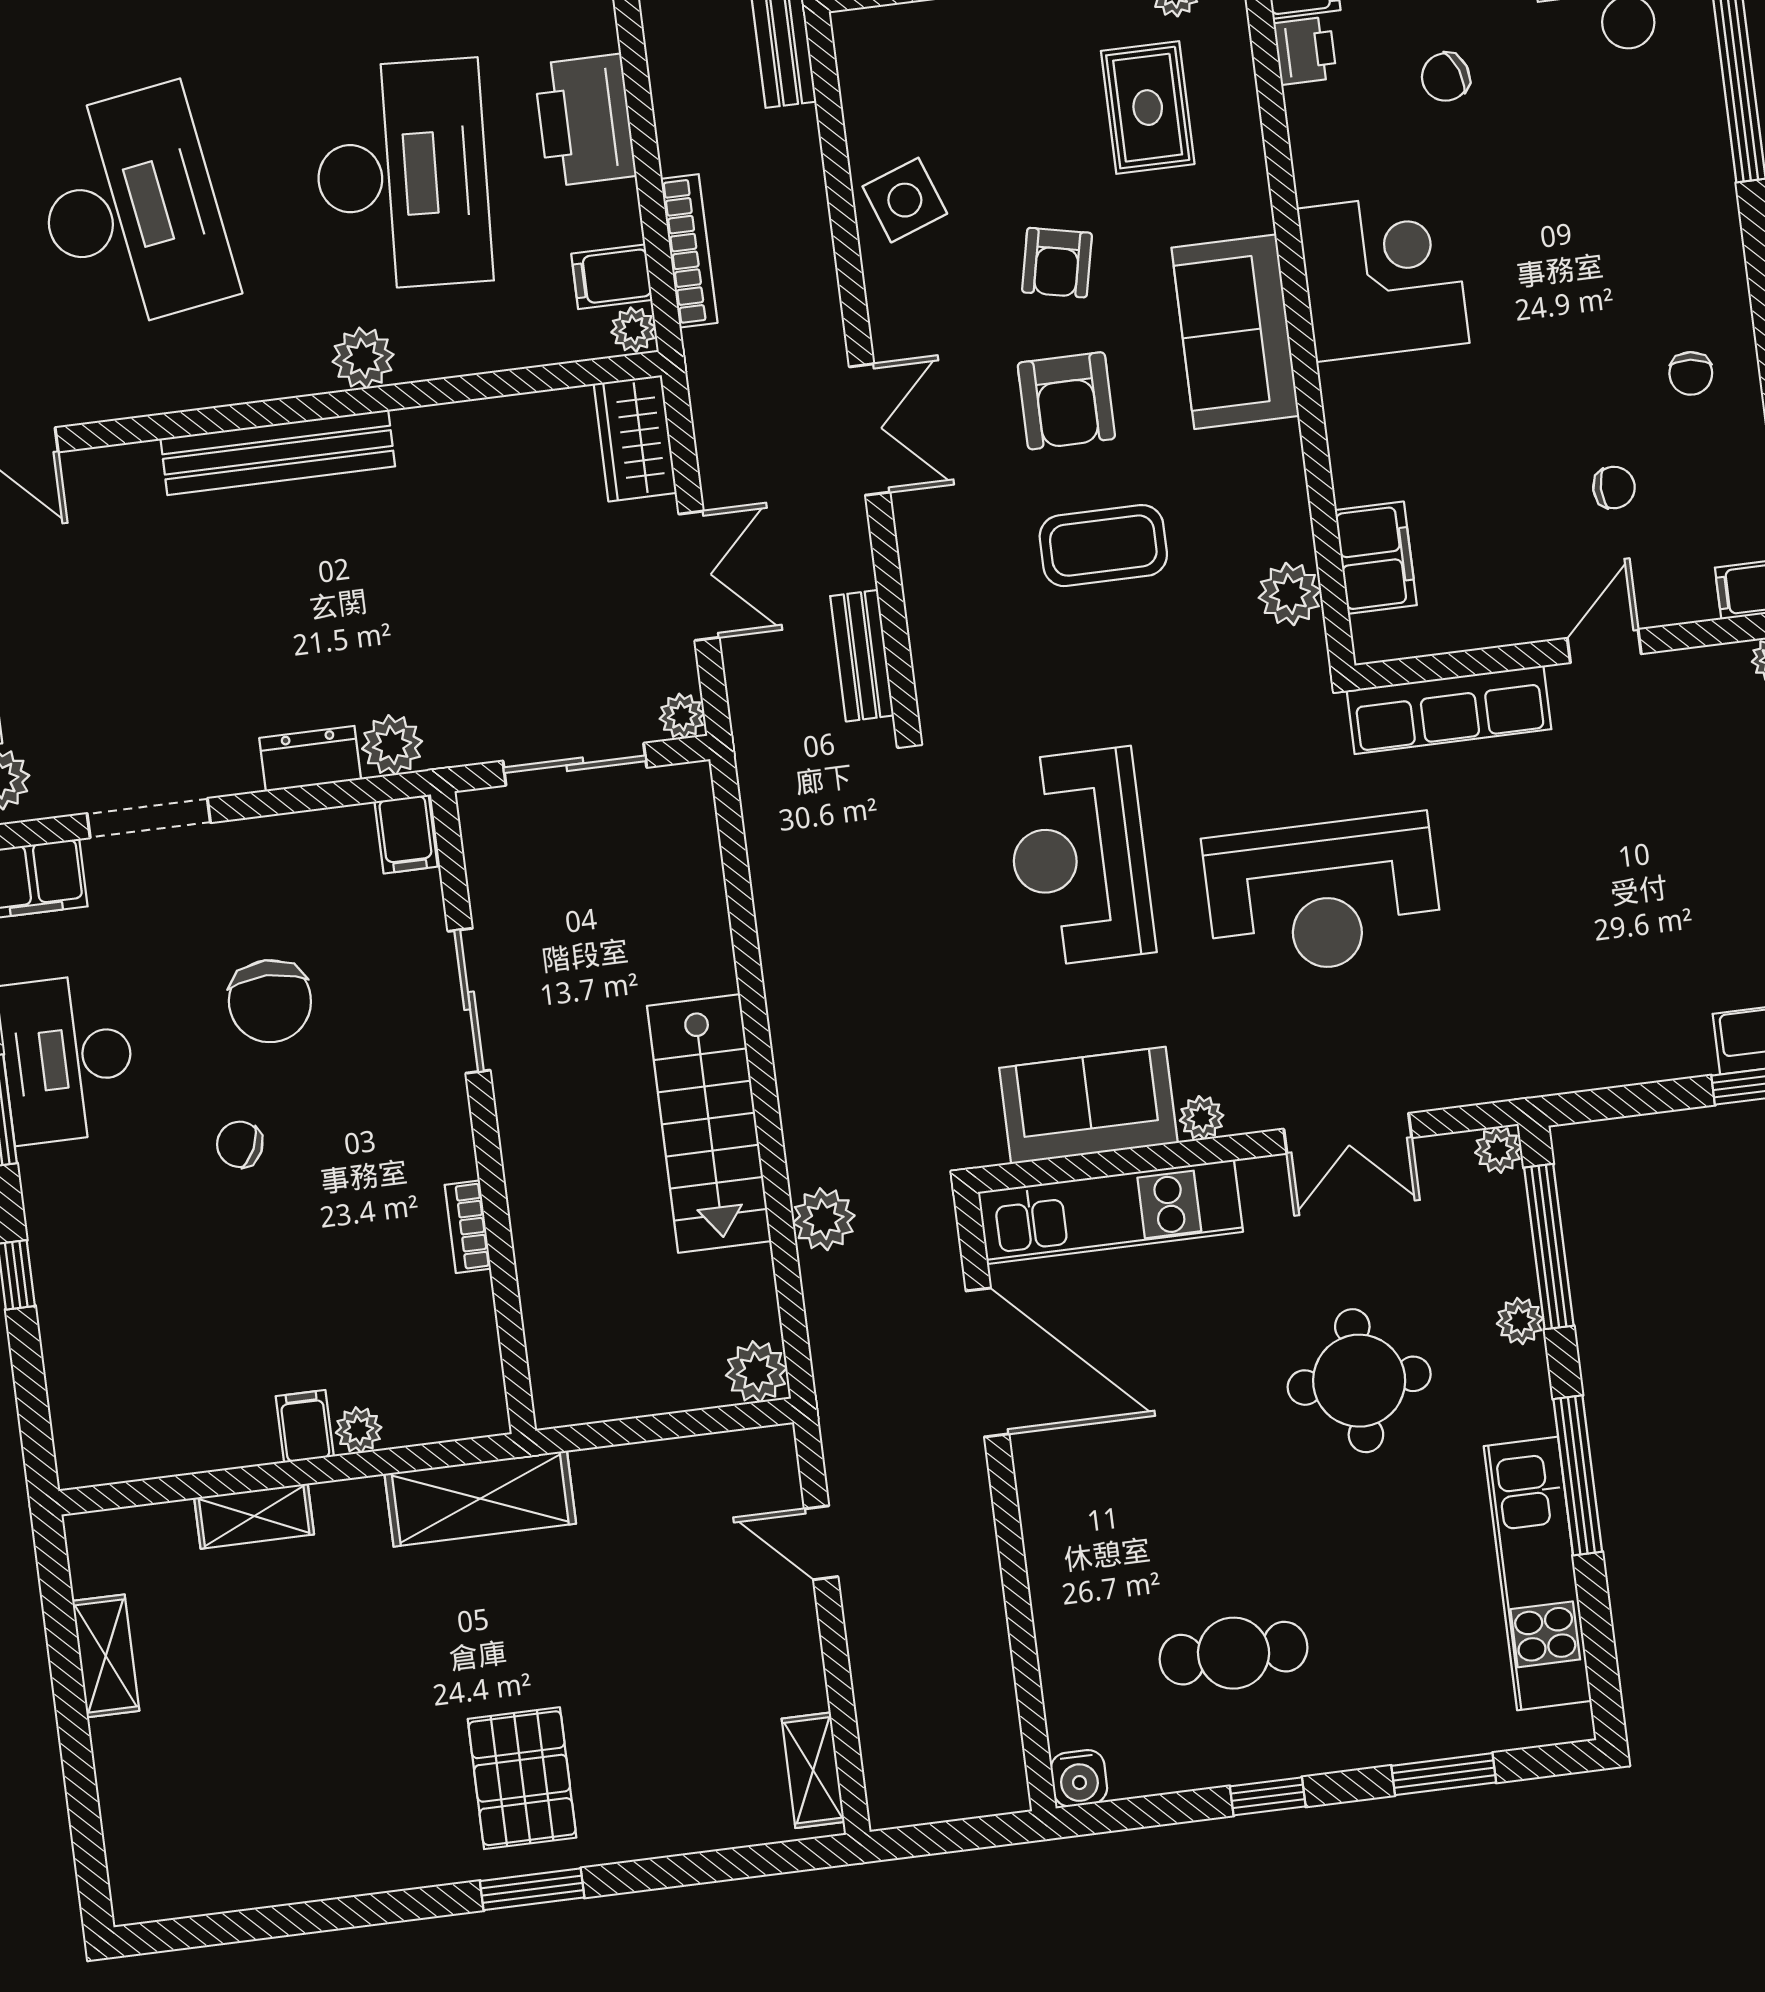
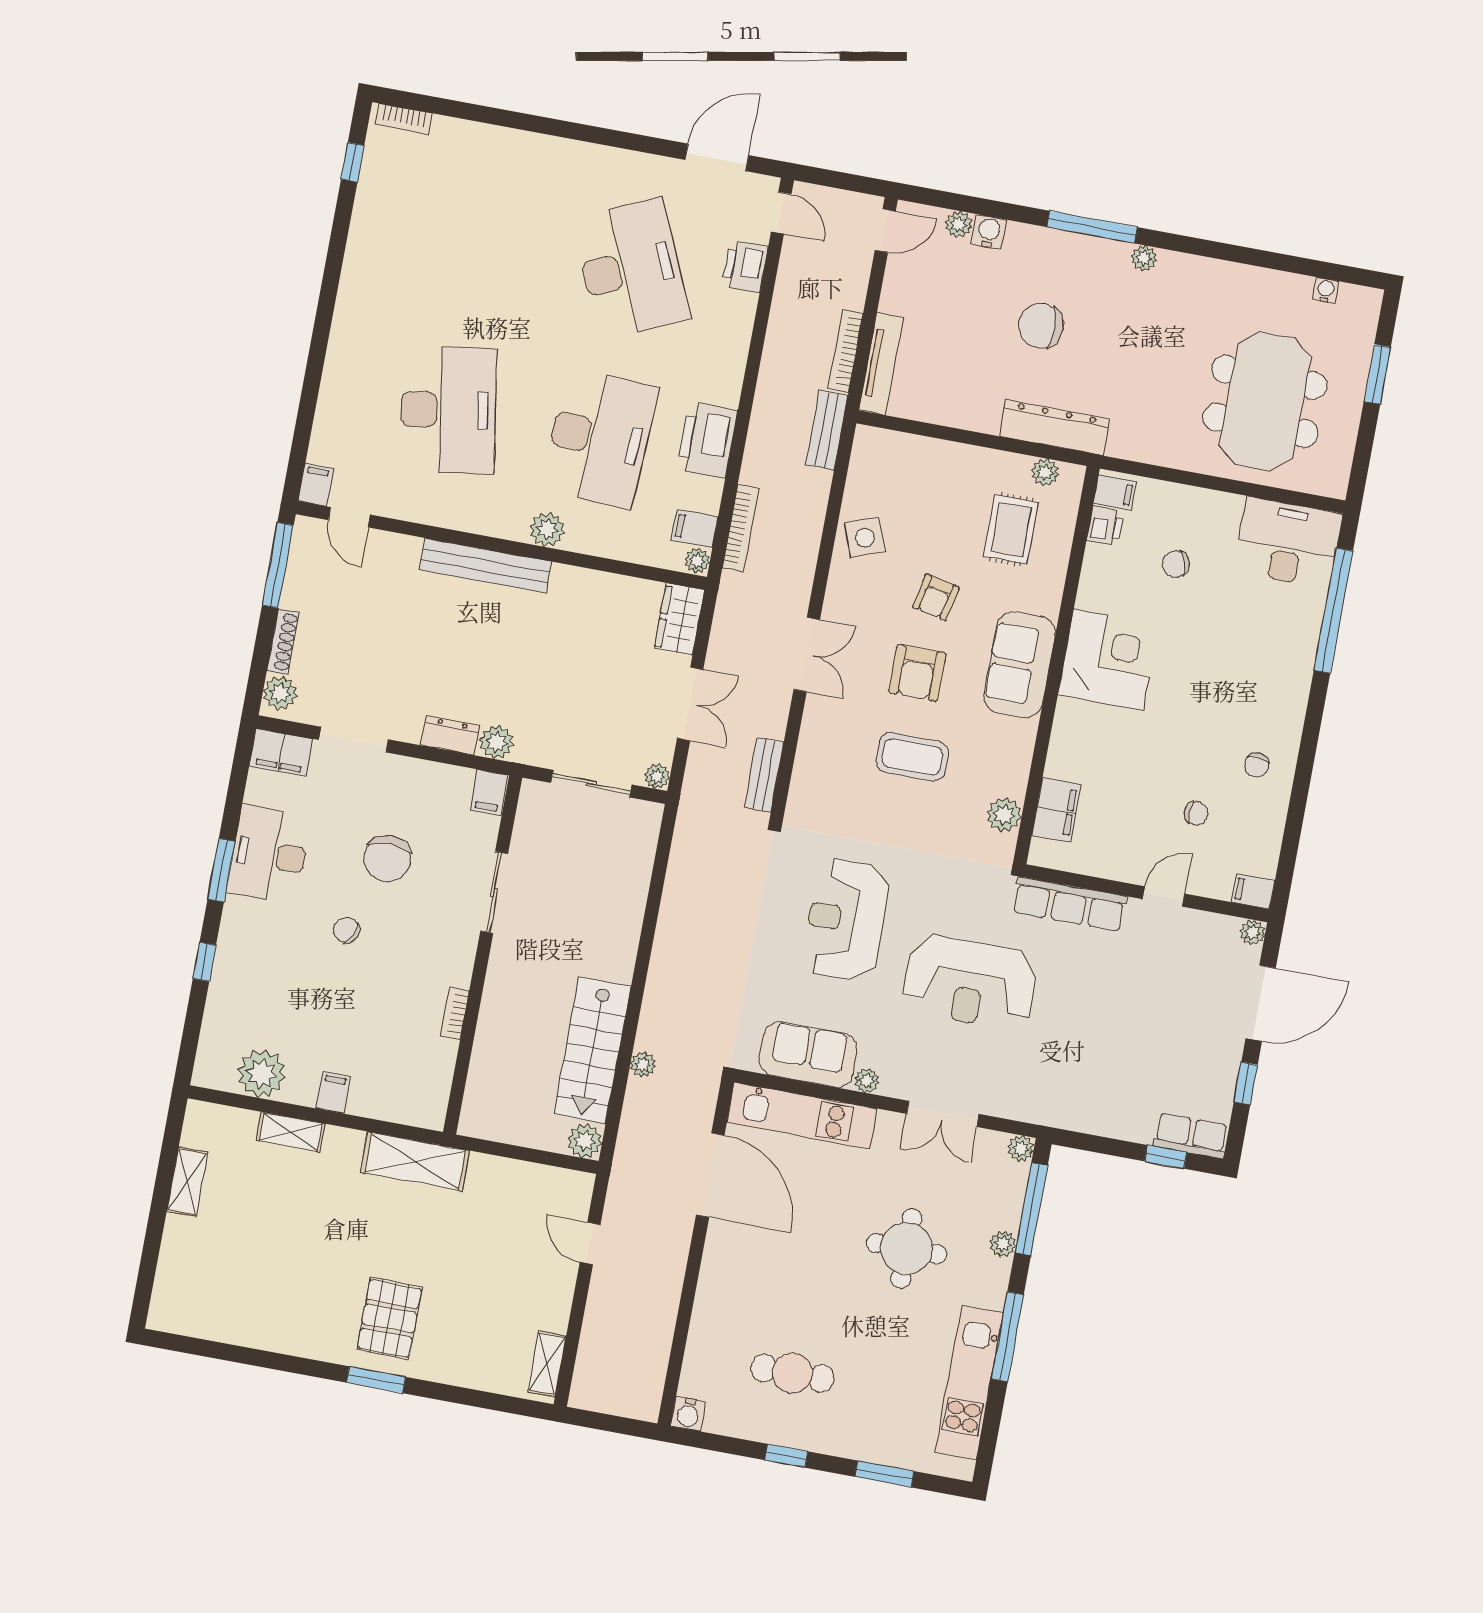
stairs: (709, 1123) -> (592, 1050), moved
plant: (824, 1219) -> (643, 1065), width x0.73, depth x0.73
plant: (359, 1430) -> (261, 1074), moved, width x1.88, depth x1.88

